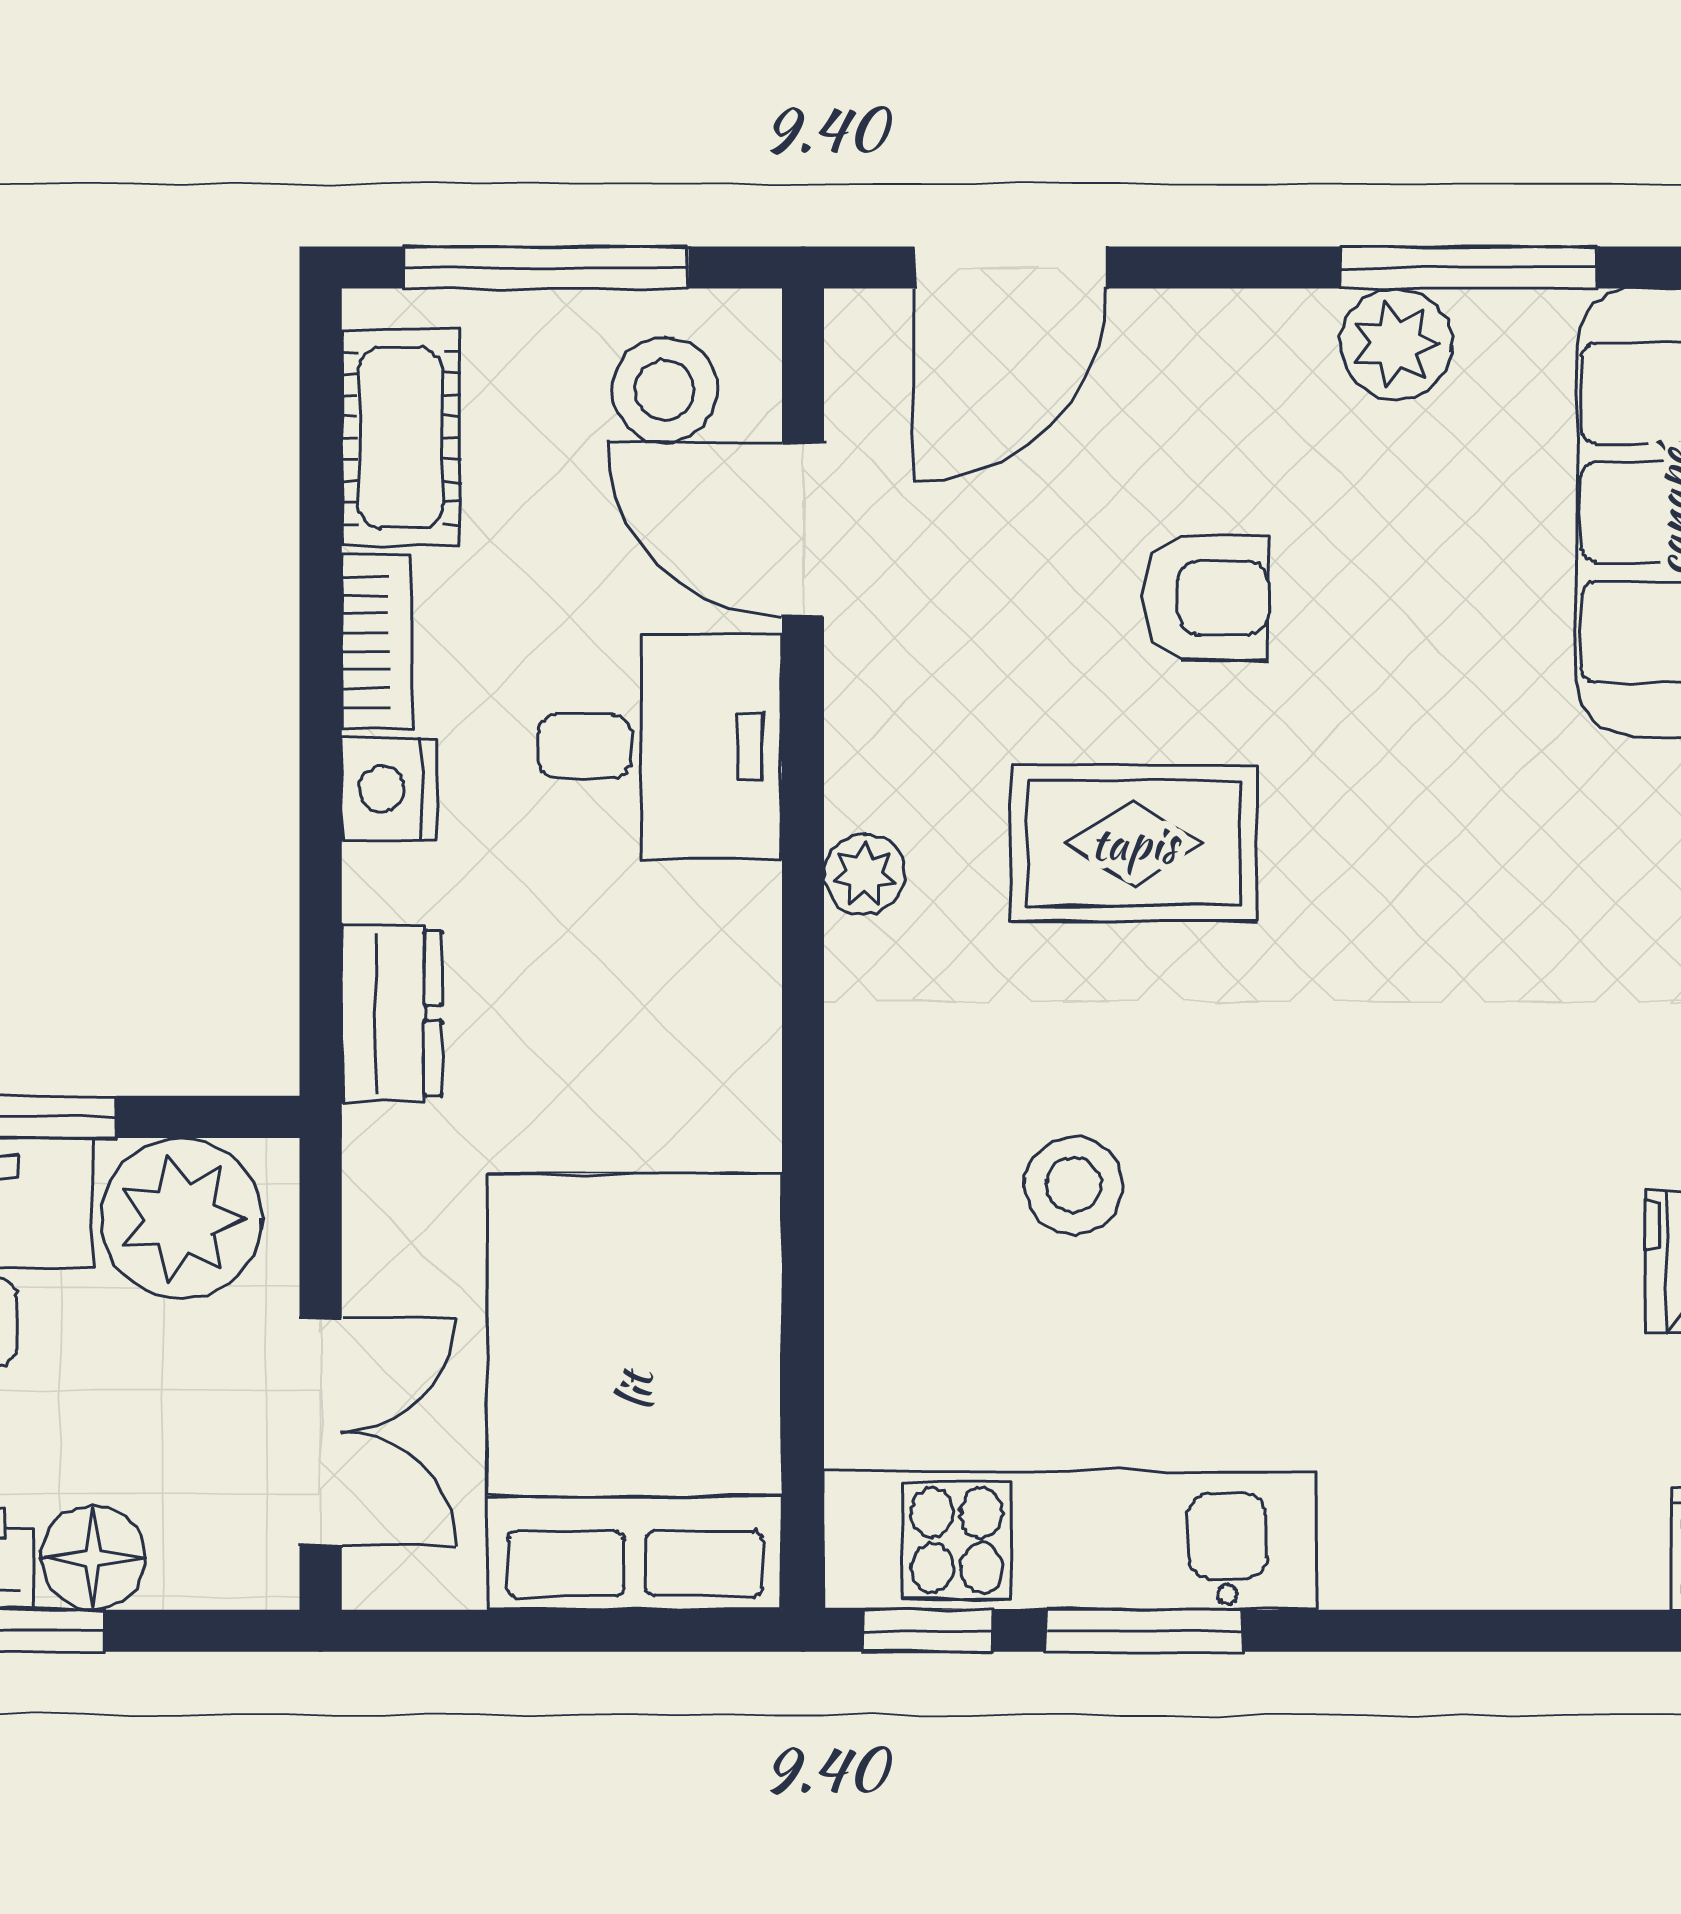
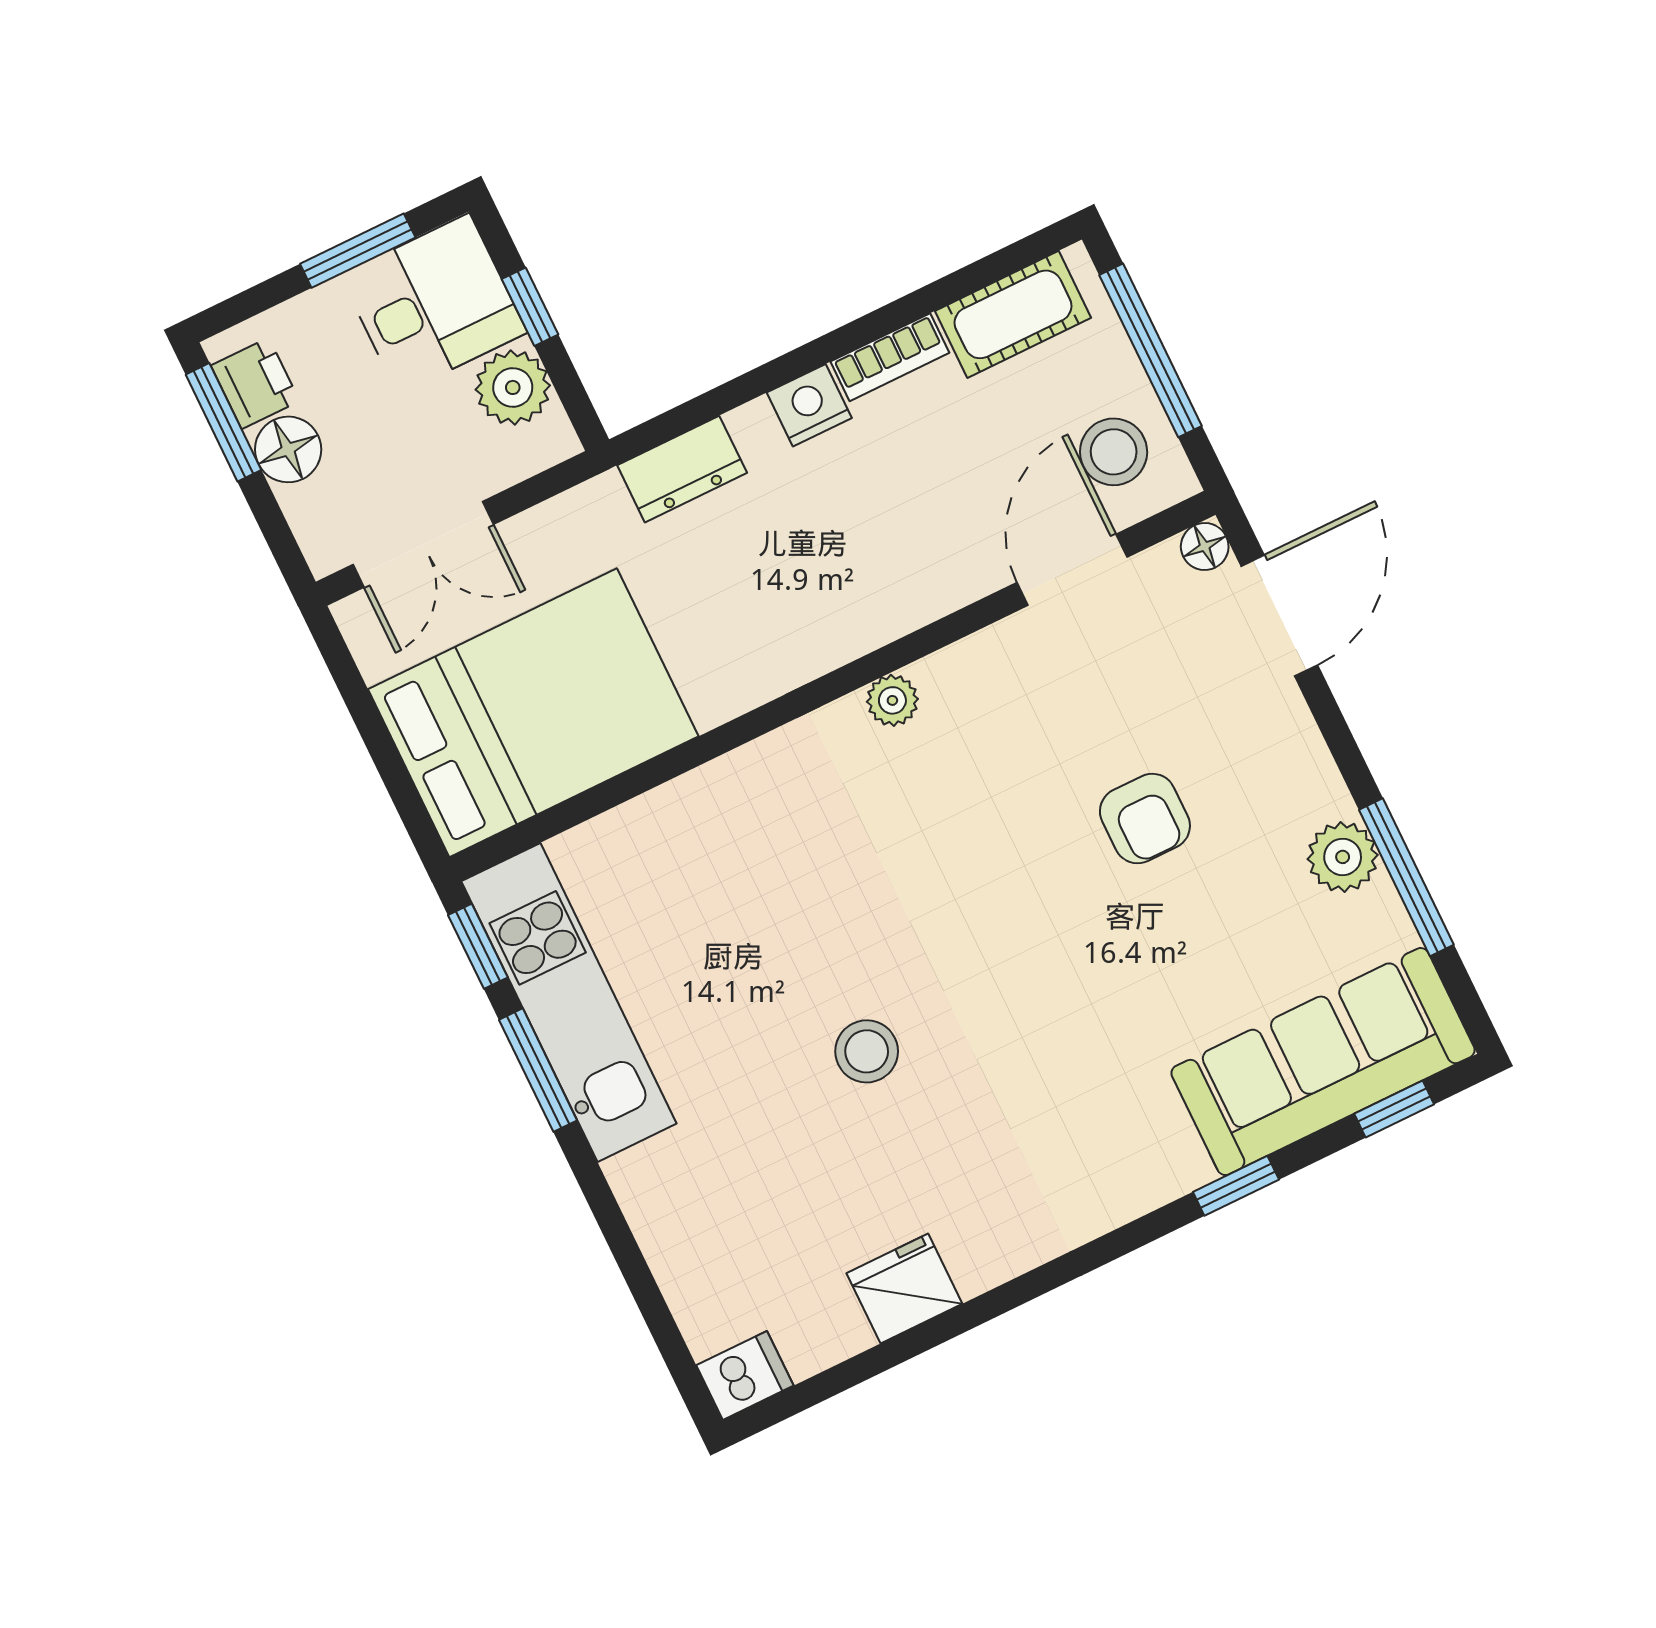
door: (1011, 268) -> (1279, 616), swing flipped
floor lamp: (861, 326) -> (1205, 546), added
desk: (660, 747) -> (909, 548), removed
rug: (1134, 843) -> (985, 846), removed
stool: (1074, 1185) -> (867, 1051), moved
plant: (181, 1218) -> (513, 387), width x0.73, depth x0.73

